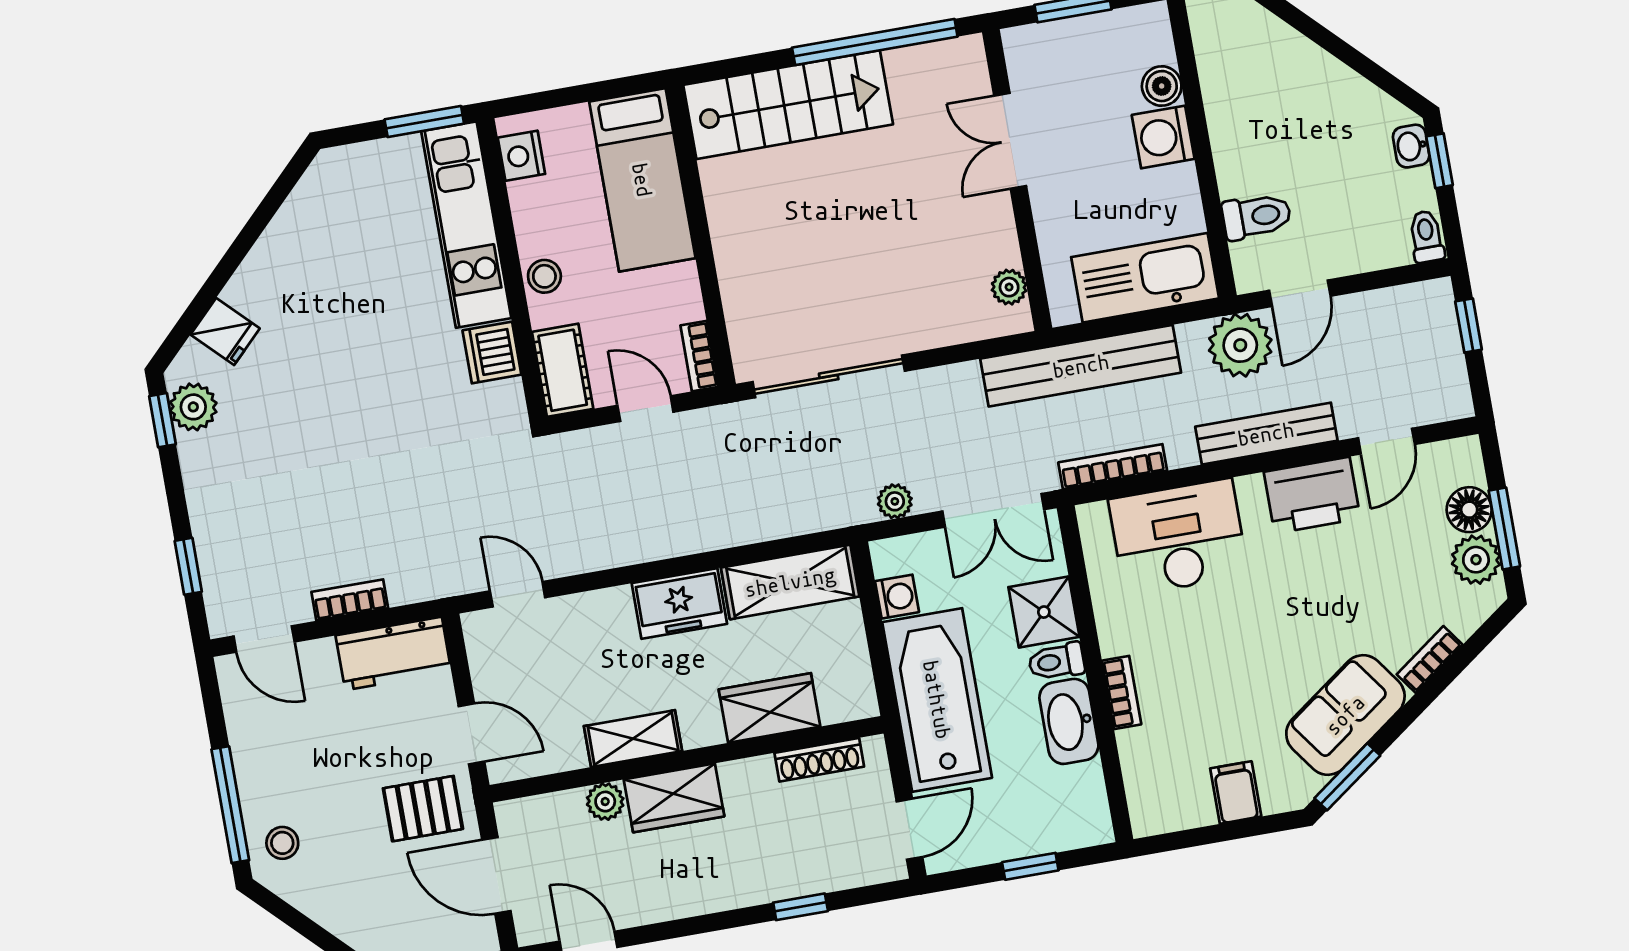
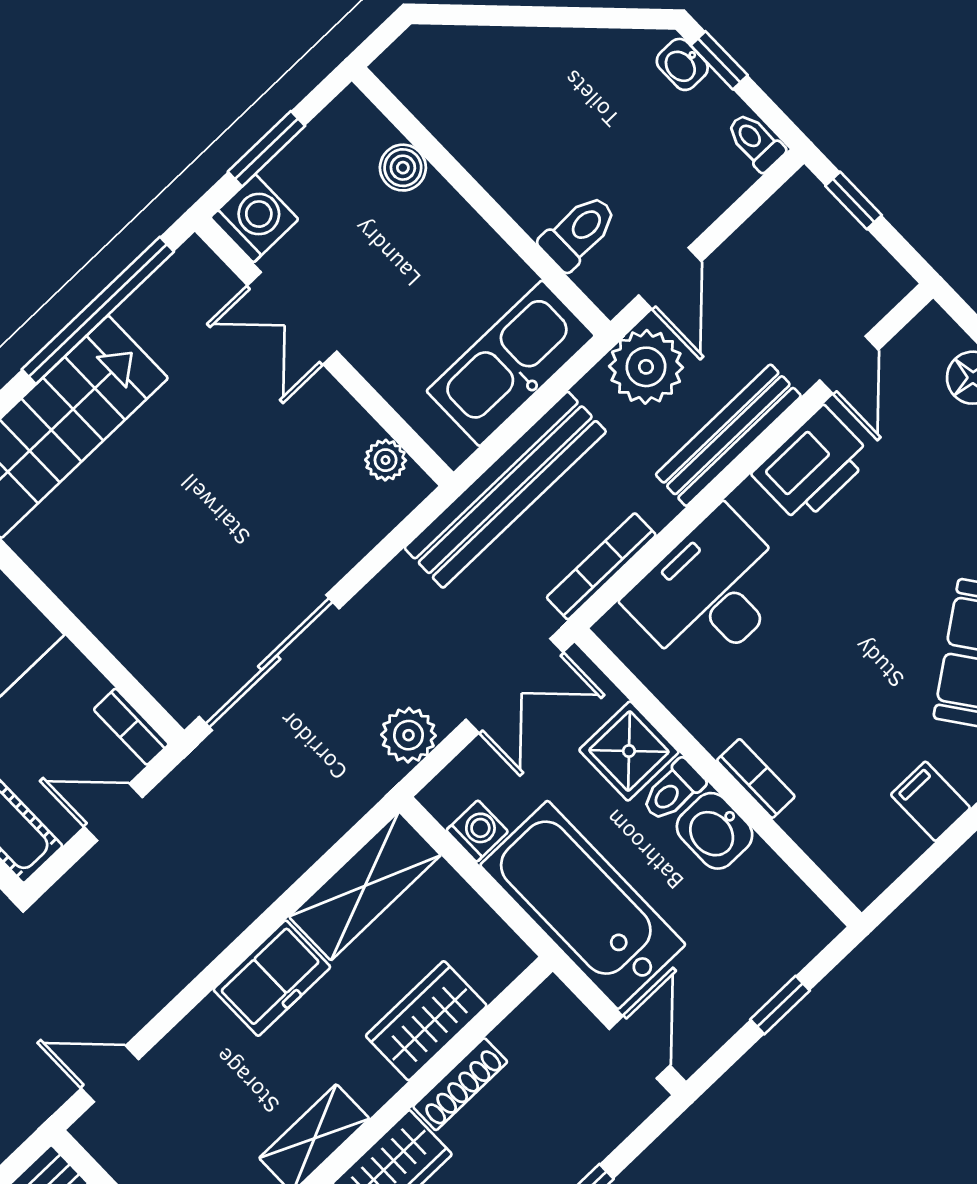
washing machine: (1163, 137) -> (254, 218), moved, turned 180
plant: (895, 501) -> (409, 735), width x1.38, depth x1.38
washbasin: (1069, 721) -> (715, 831), width x0.72
shoe rack: (819, 760) -> (460, 1084), moved

